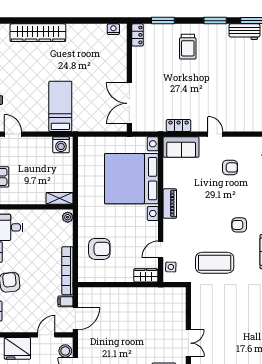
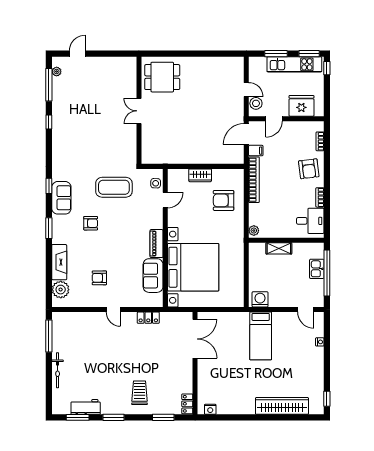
sofa: (181, 147) -> (153, 276), moved, turned -90
shelving: (60, 198) -> (279, 248), moved
wardrobe: (146, 275) -> (200, 175), moved

